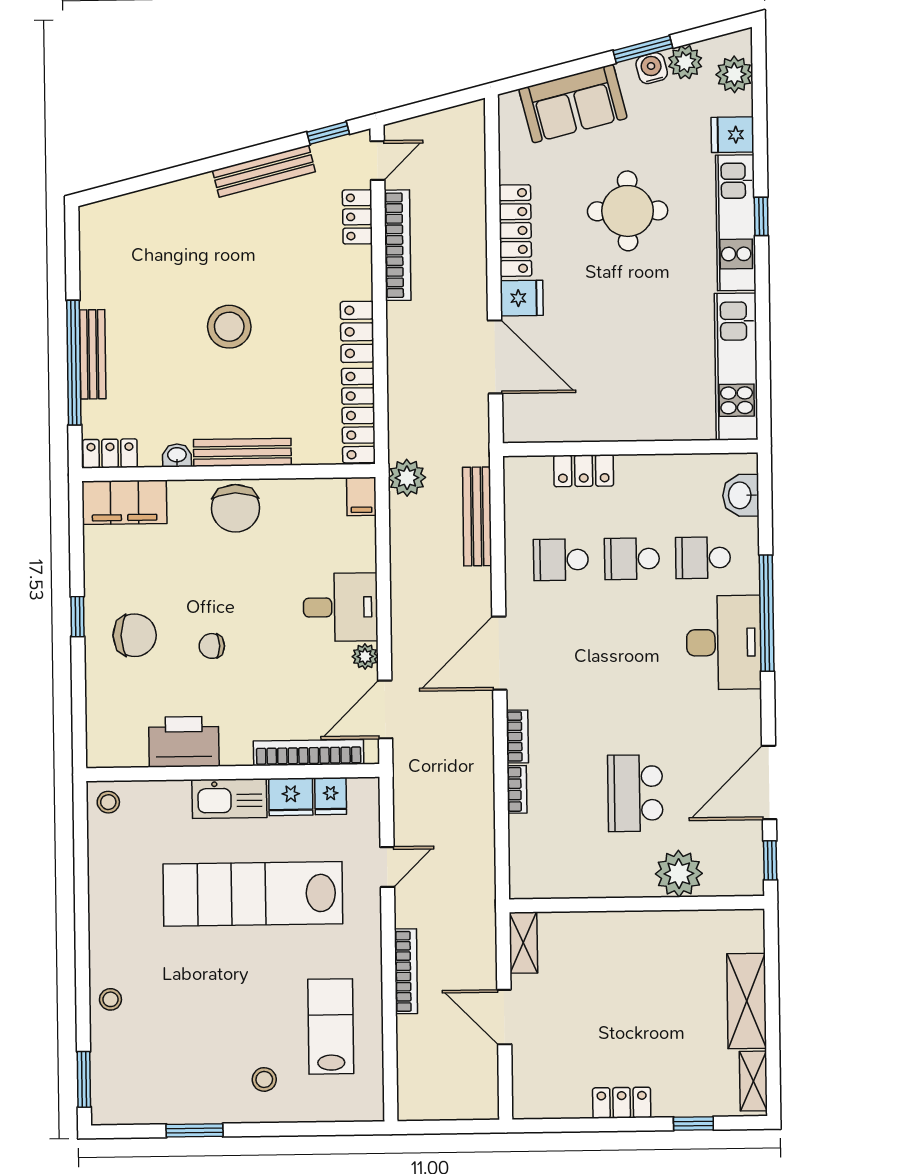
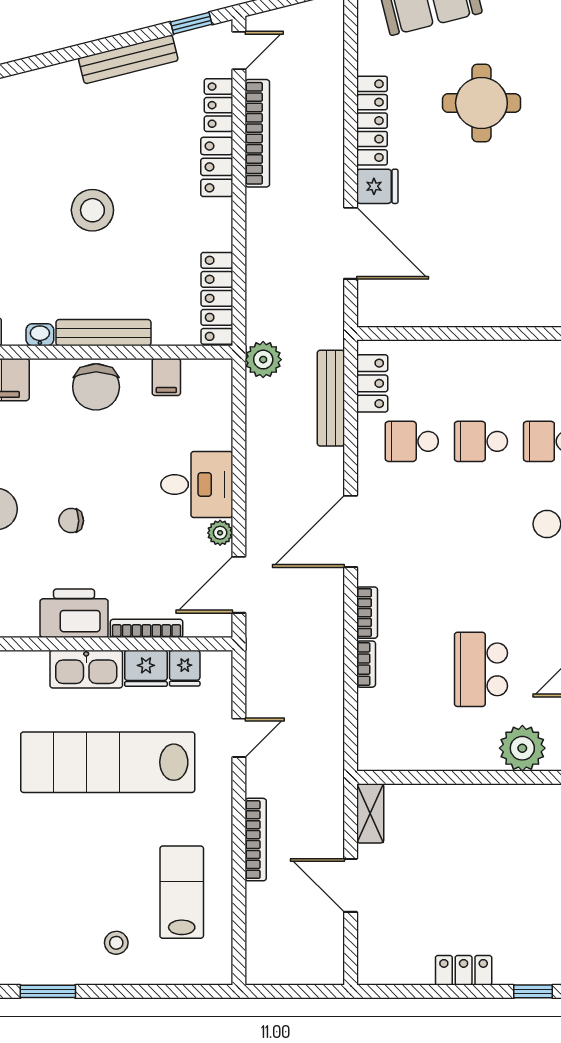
locker: (357, 332) -> (217, 167), moved
locker: (584, 471) -> (372, 383), moved, turned -90
filing cabinet: (361, 496) -> (166, 377), moved
printer: (184, 742) -> (74, 613), moved
bookcase: (309, 753) -> (147, 628), width x0.68, depth x0.76

